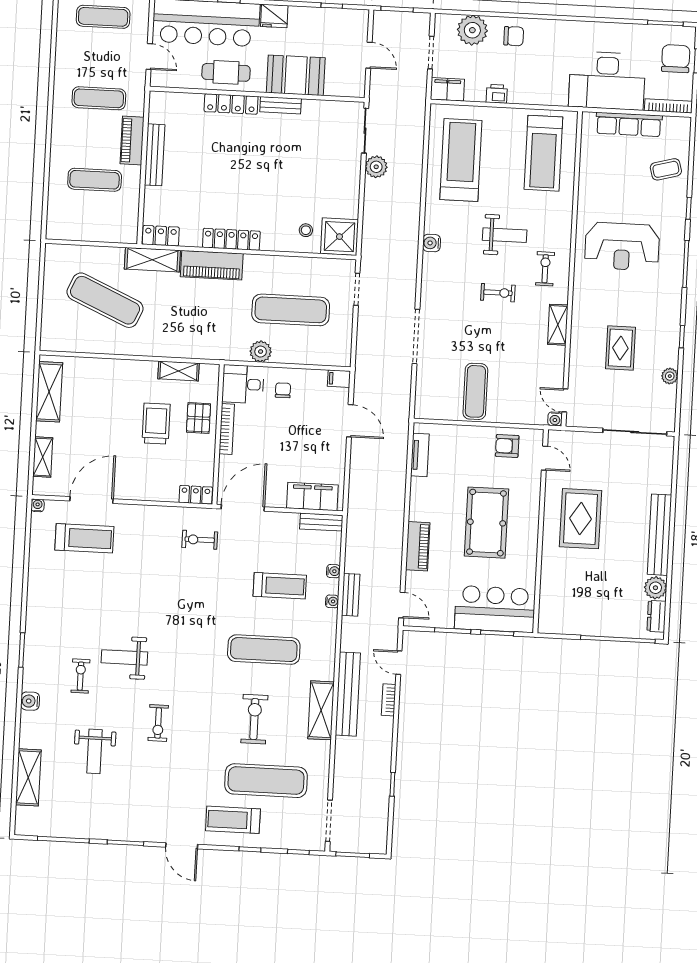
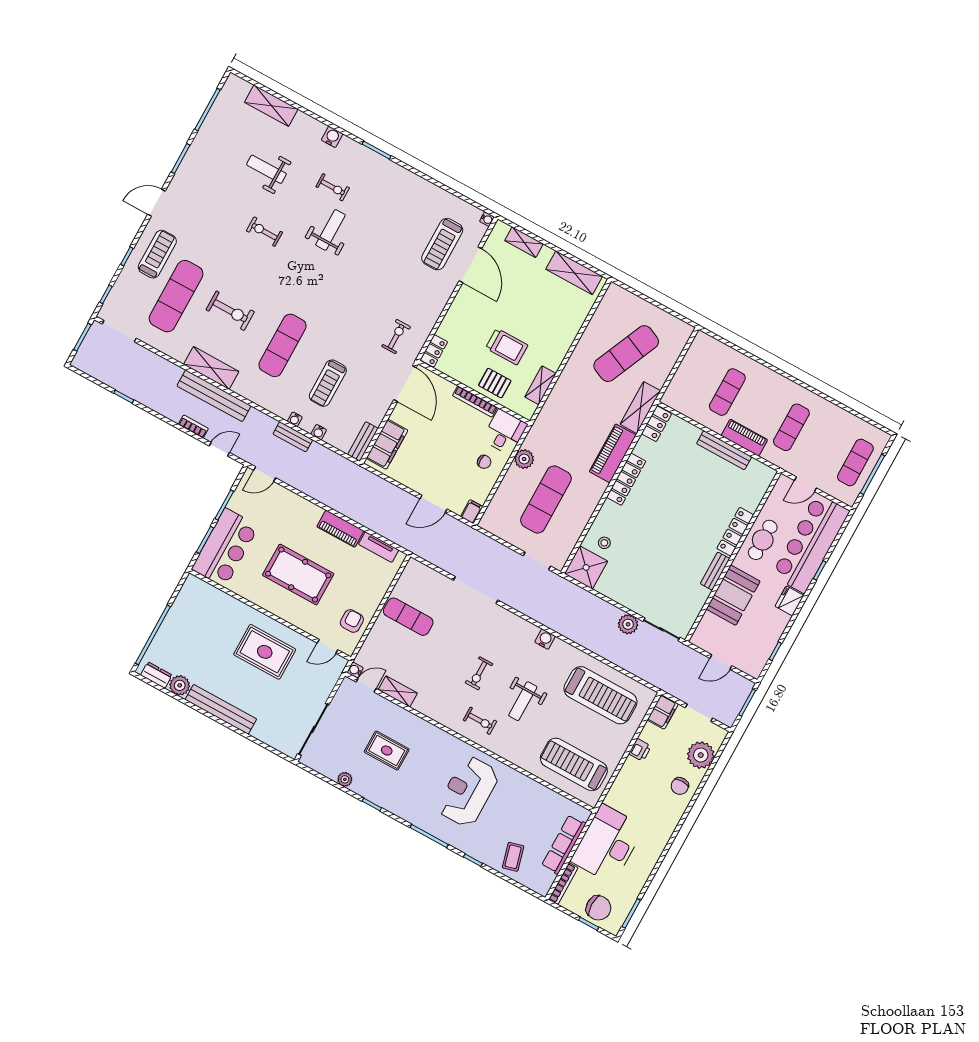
shelving: (558, 325) -> (398, 691), moved
piano: (418, 546) -> (340, 529), moved

